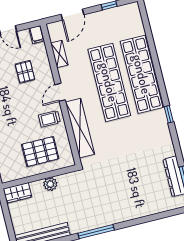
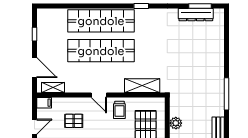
shelving: (59, 54) -> (53, 87), moved
shelving: (80, 128) -> (142, 86), width x0.68

